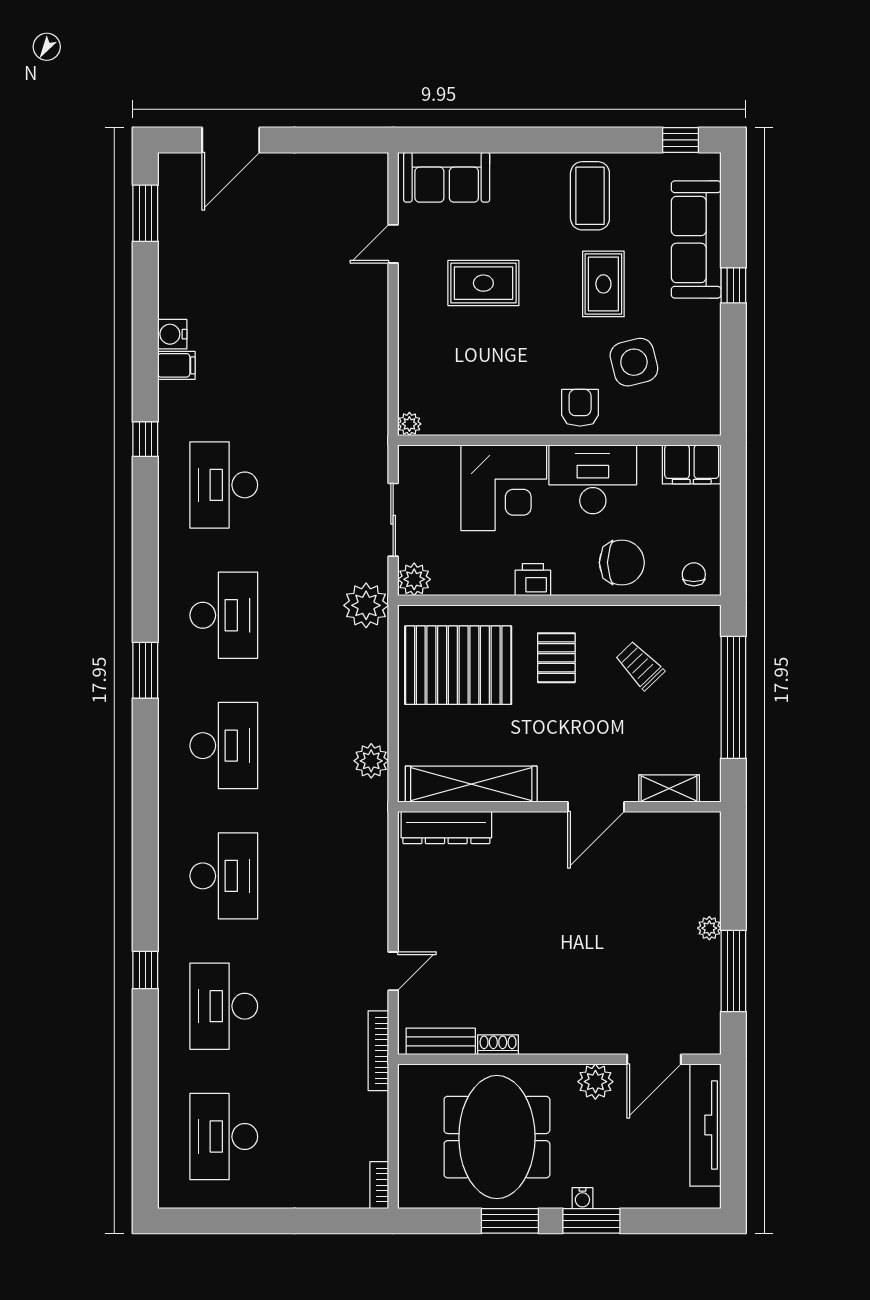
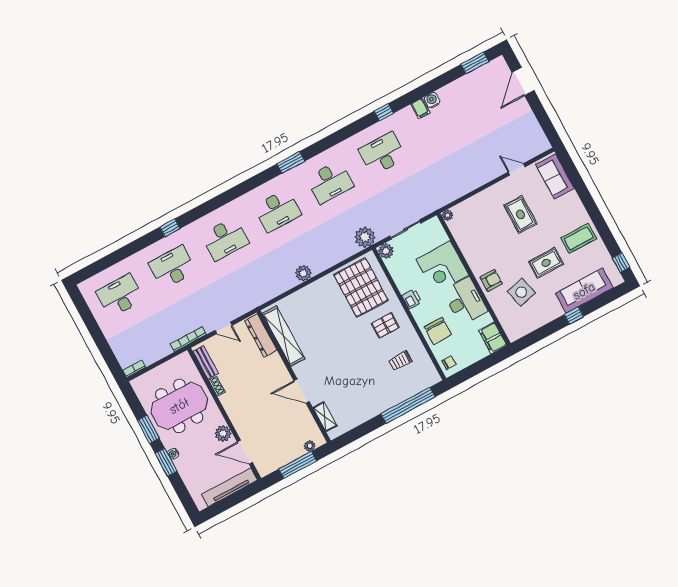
door: (231, 140) -> (523, 81), hinge flipped
trolley: (640, 665) -> (400, 361), turned -136
shelving: (471, 784) -> (284, 336), moved
shelving: (669, 788) -> (325, 417), moved
wall: (559, 807) -> (294, 376), moved
door: (596, 807) -> (302, 391), moved
dresser: (446, 827) -> (261, 335), moved

